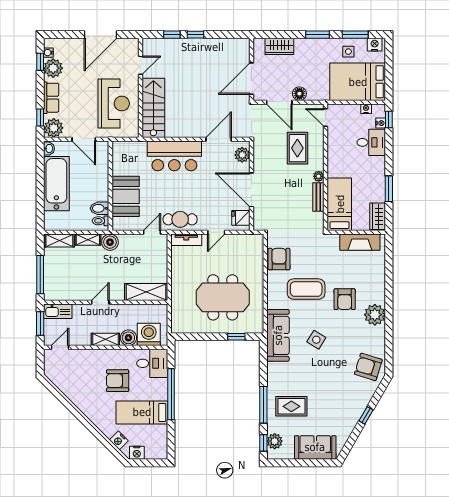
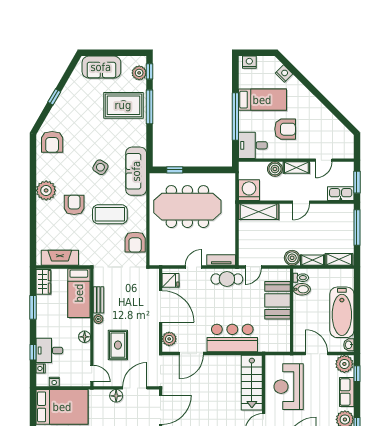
door: (279, 102) -> (135, 388), hinge flipped
window: (389, 120) -> (33, 352), moved
floor lamp: (333, 157) -> (85, 337), added
meeting table: (223, 297) -> (187, 207), width x1.36
washing machine: (149, 334) -> (249, 190), moved, turned 180
door: (60, 347) -> (324, 160), moved
armchair: (368, 367) -> (52, 142), turned 73
rug: (291, 406) -> (123, 105), width x1.36, depth x1.43
nightstand: (137, 453) -> (249, 62), moved

